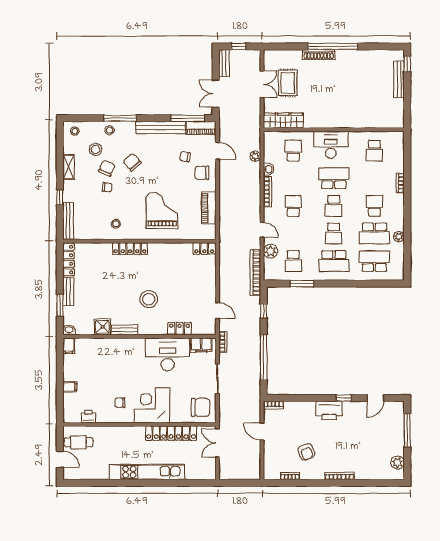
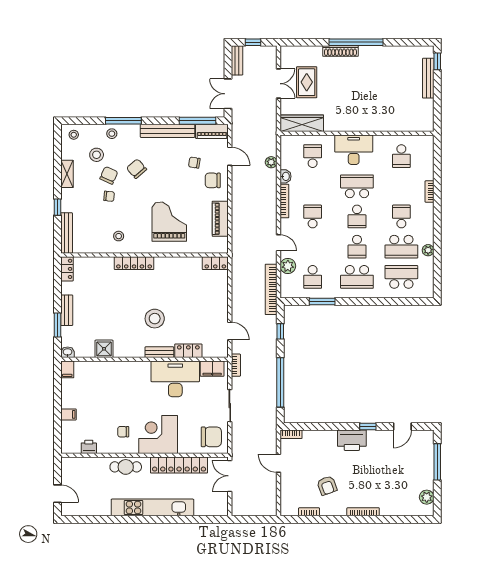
locker: (69, 260) -> (67, 269), width x0.66
bench: (125, 330) -> (159, 352), moved
cafe table: (78, 442) -> (126, 467), moved

